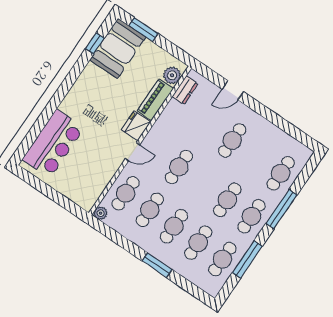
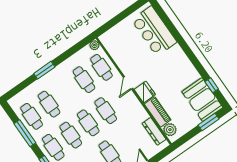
dresser: (185, 90) -> (154, 131), width x1.44
cafe table: (174, 226) -> (88, 123), moved

